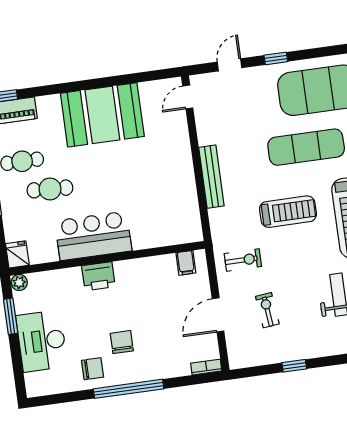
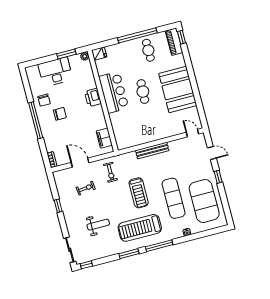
cafe table: (50, 189) -> (143, 92), moved
filing cabinet: (186, 263) -> (104, 138), width x2.00

